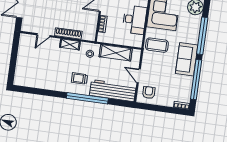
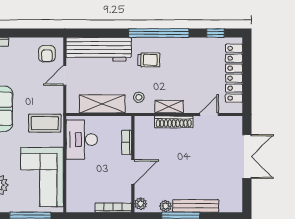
desk: (135, 20) -> (82, 140), moved
locker: (22, 61) -> (234, 73), added
door: (139, 76) -> (65, 75), swing flipped
window: (31, 90) -> (215, 33), added
window: (87, 98) -> (159, 33), moved

